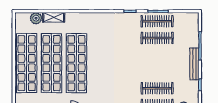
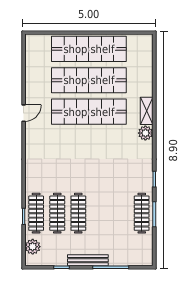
shelving: (54, 17) -> (147, 111), moved
plant: (36, 18) -> (145, 133), moved
clothes rail: (157, 38) -> (78, 213), moved

